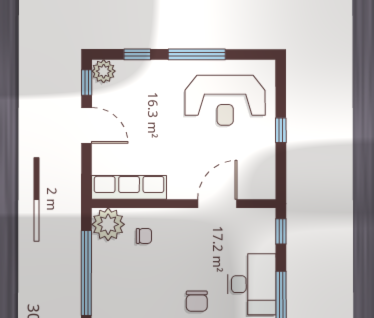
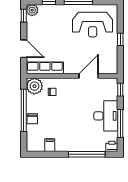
door: (87, 125) -> (24, 49), moved
chair: (197, 301) -> (32, 119), moved

